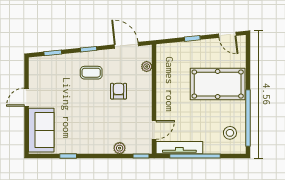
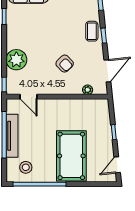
coffee table: (91, 73) -> (92, 31), moved
armchair: (119, 91) -> (65, 64), turned 46
plant: (120, 148) -> (16, 60), width x1.88, depth x1.88
tv unit: (179, 148) -> (12, 136), moved

